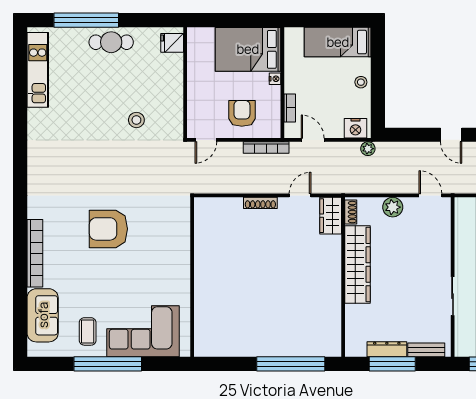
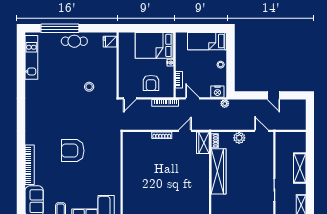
armchair: (242, 113) -> (151, 83), turned 180

